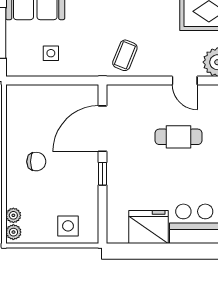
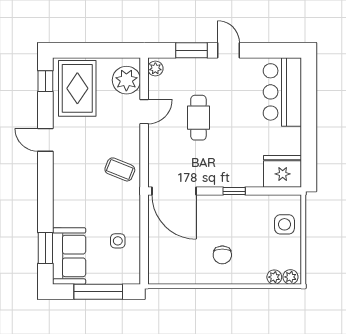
door: (102, 129) -> (174, 191), moved
chair: (36, 162) -> (222, 255), turned 180
fridge: (148, 227) -> (283, 171), moved, turned 90

